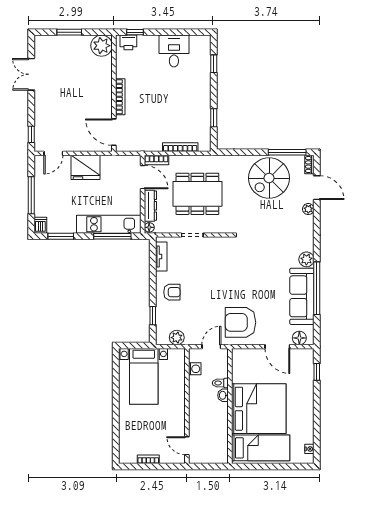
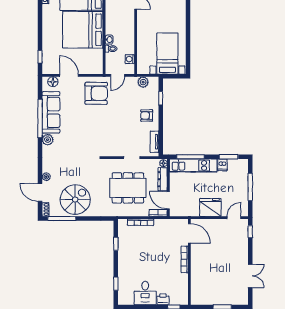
printer: (128, 42) -> (163, 299), moved
plant: (102, 46) -> (198, 297), removed
dishwasher: (40, 225) -> (222, 165), moved

